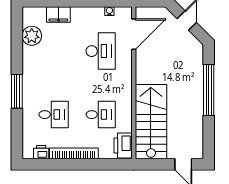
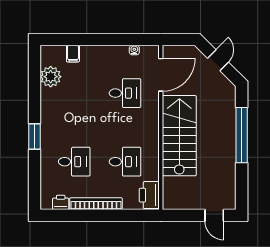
filing cabinet: (58, 14) -> (73, 54), width x0.50
desk: (101, 51) -> (125, 93), width x0.73
window: (17, 91) -> (34, 137), width x0.69
stairs: (151, 122) -> (179, 136), moved

